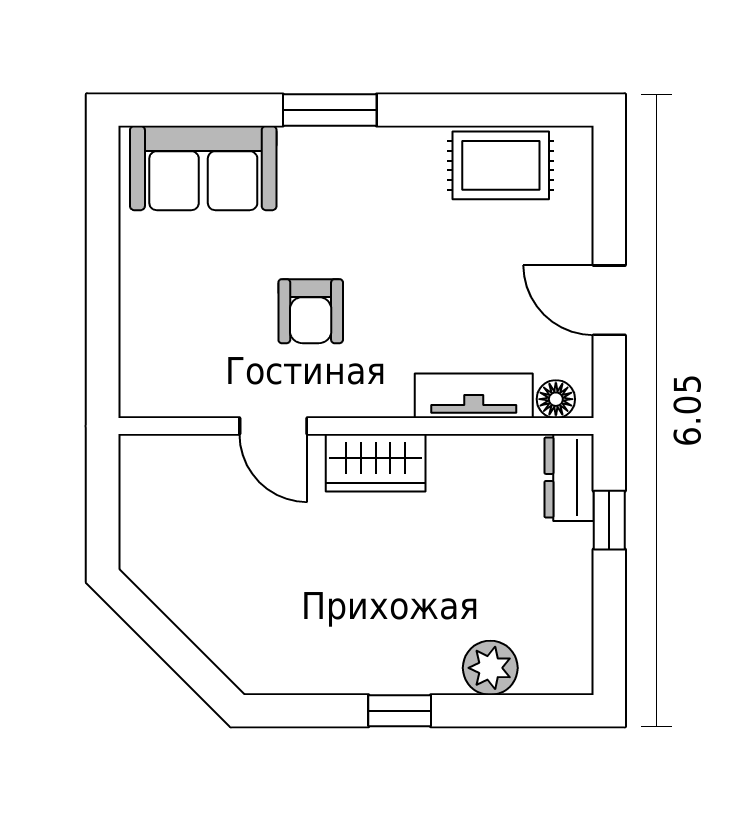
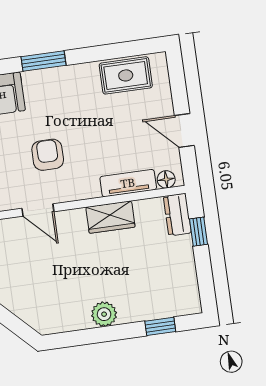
armchair: (311, 311) -> (48, 155), turned 180
wardrobe: (376, 463) -> (110, 217), moved
plant: (490, 668) -> (104, 314), moved
window: (400, 711) -> (160, 326), moved

